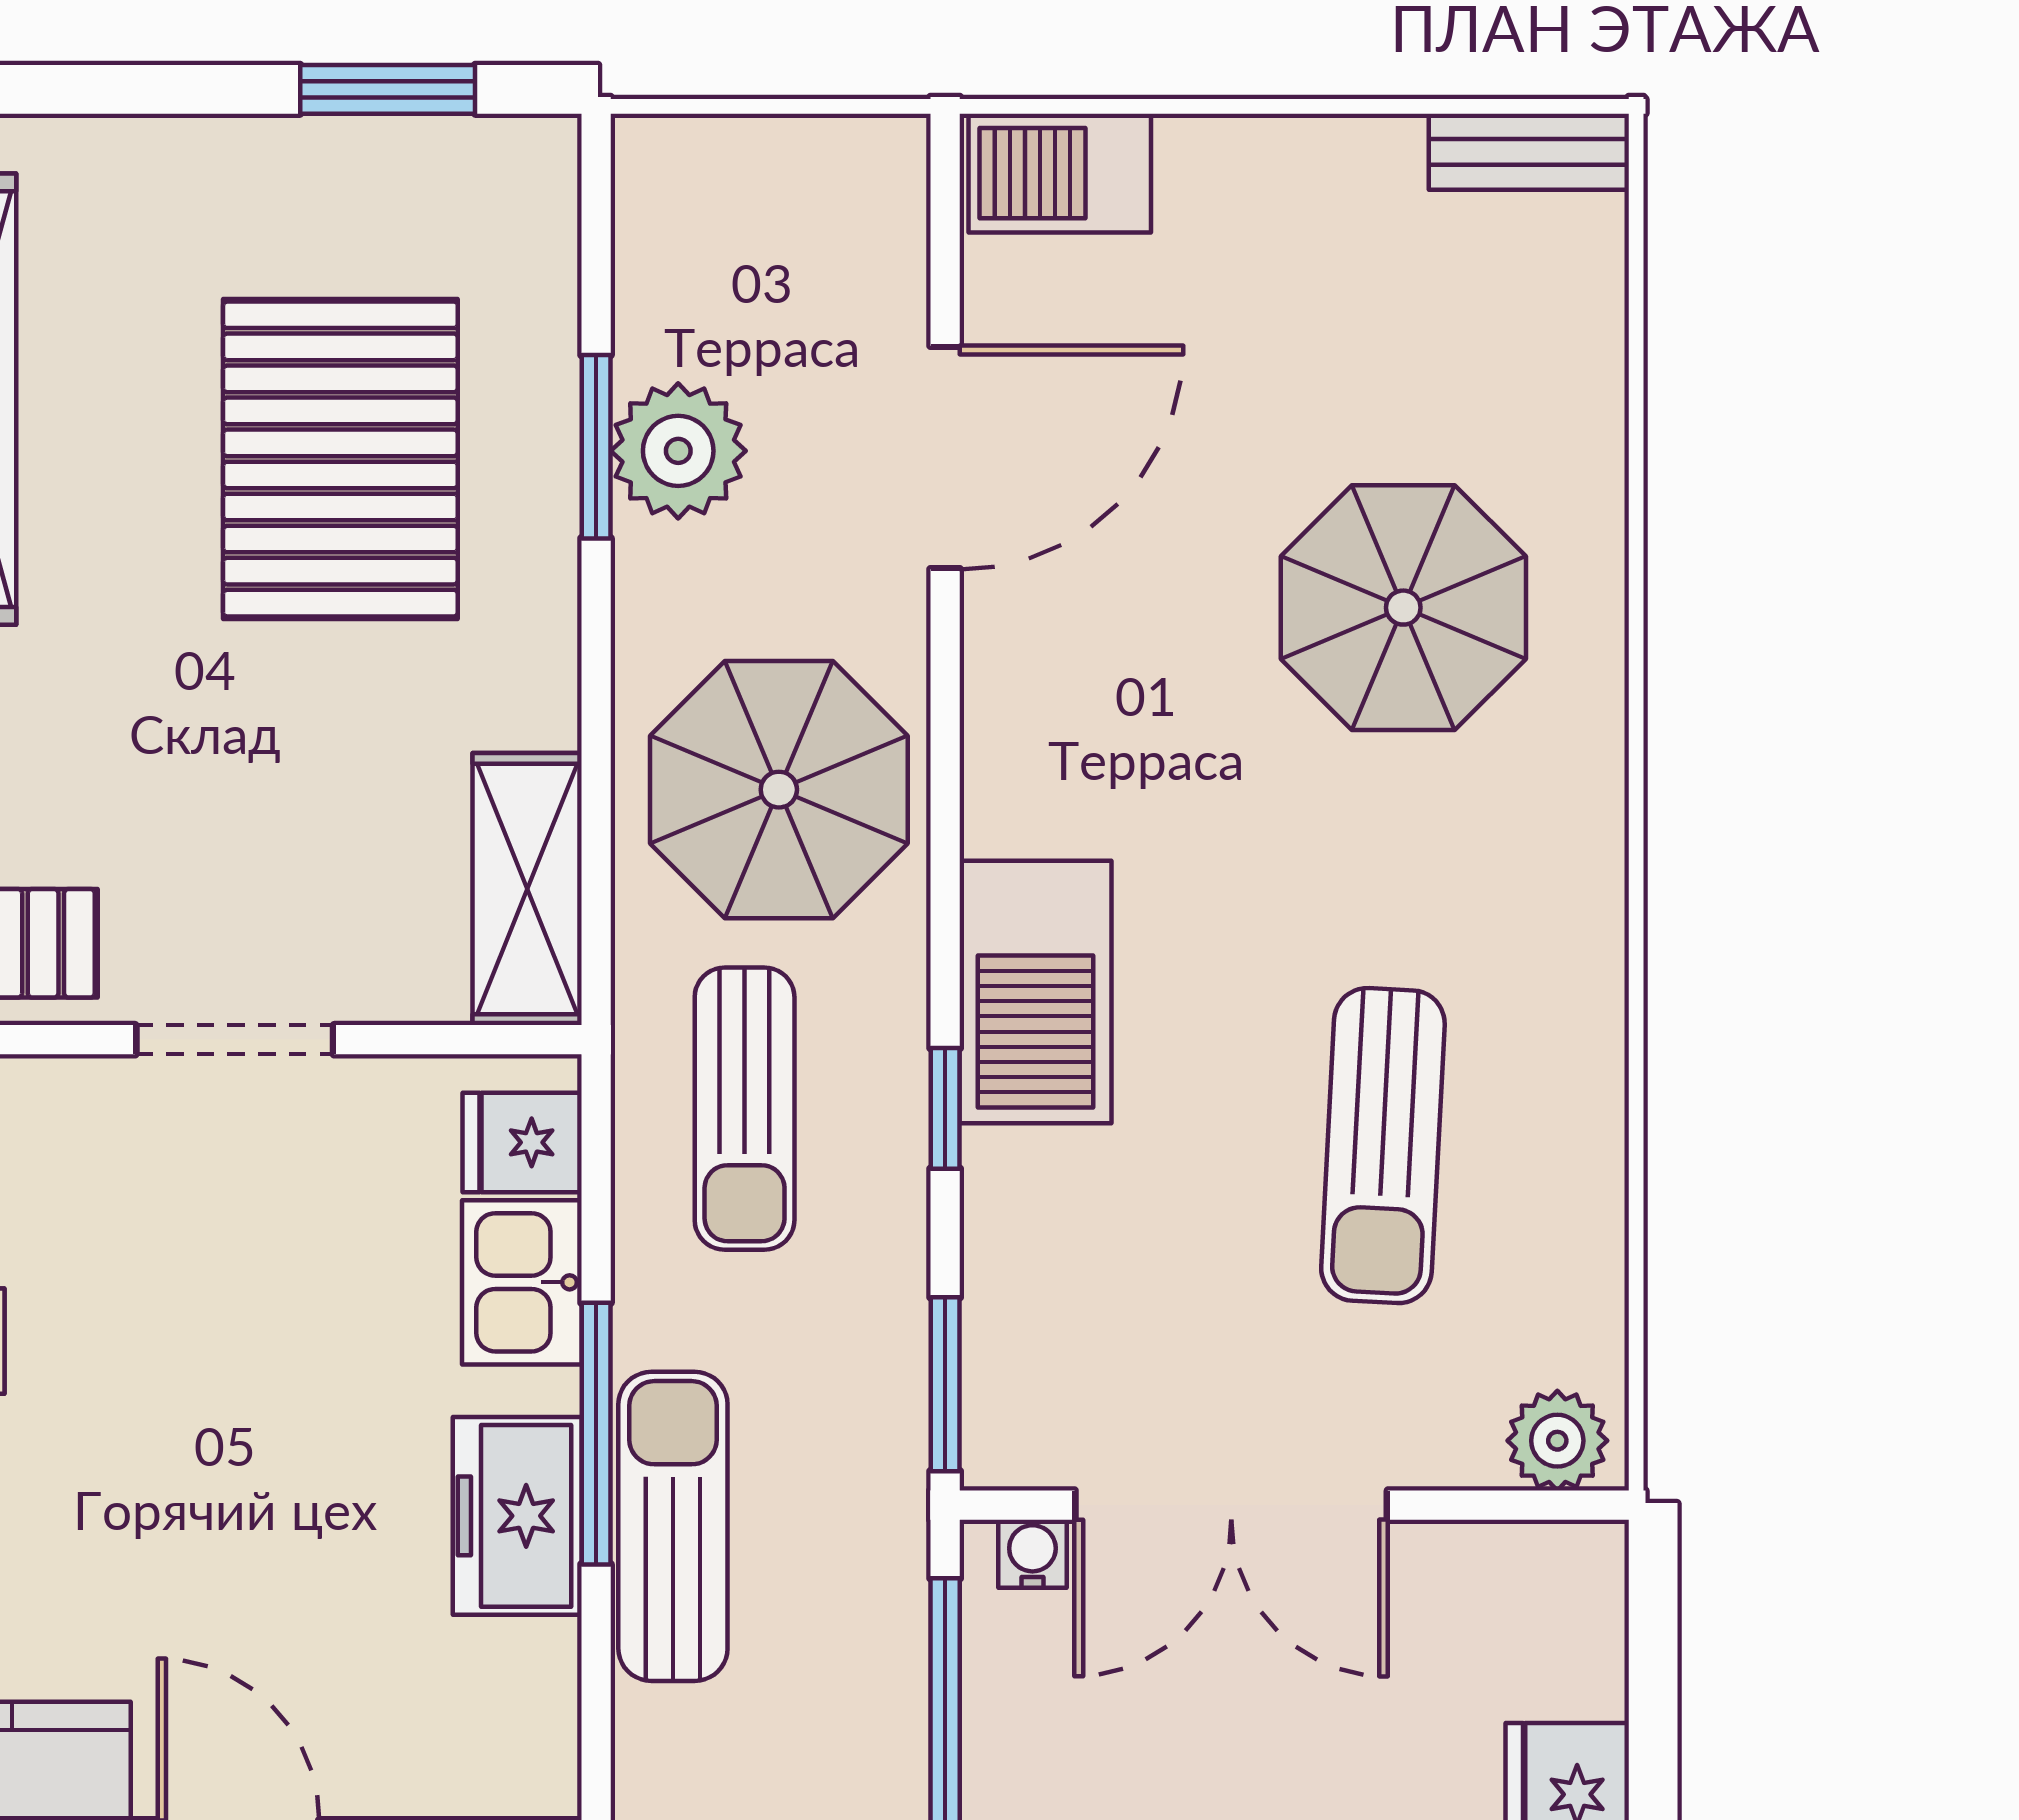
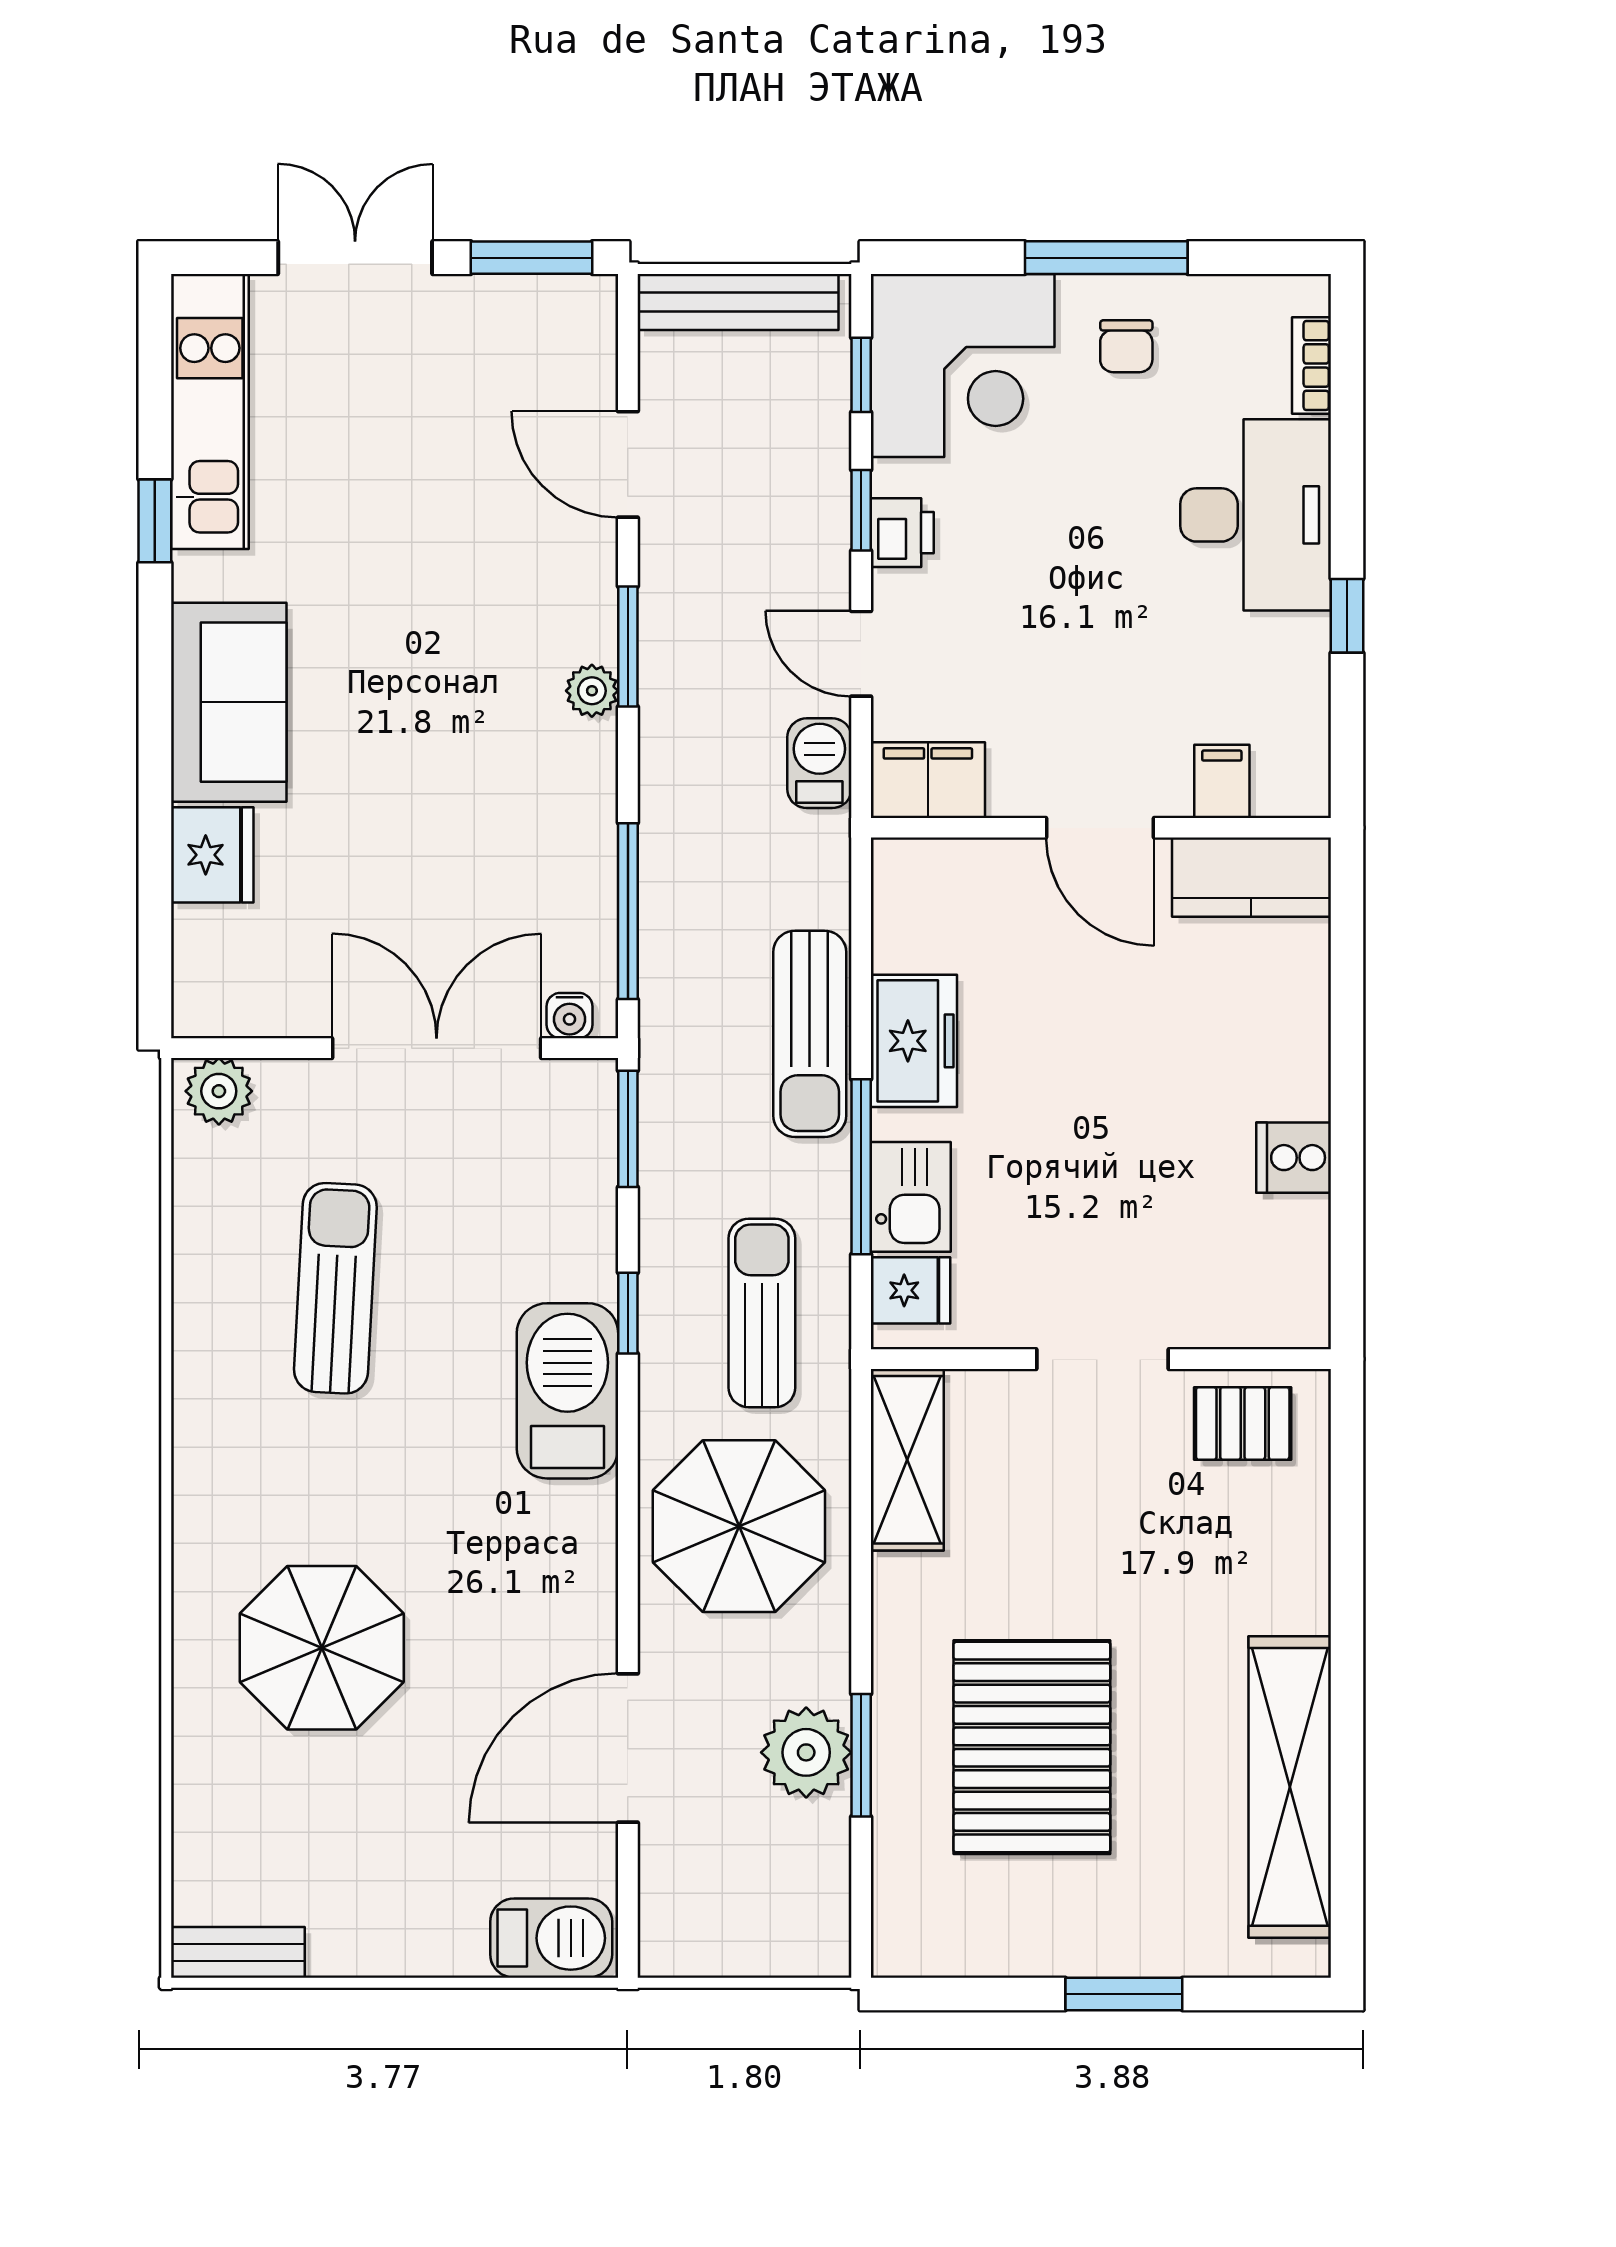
window: (388, 89) -> (1124, 1994), moved
window: (596, 1434) -> (861, 1167), moved

